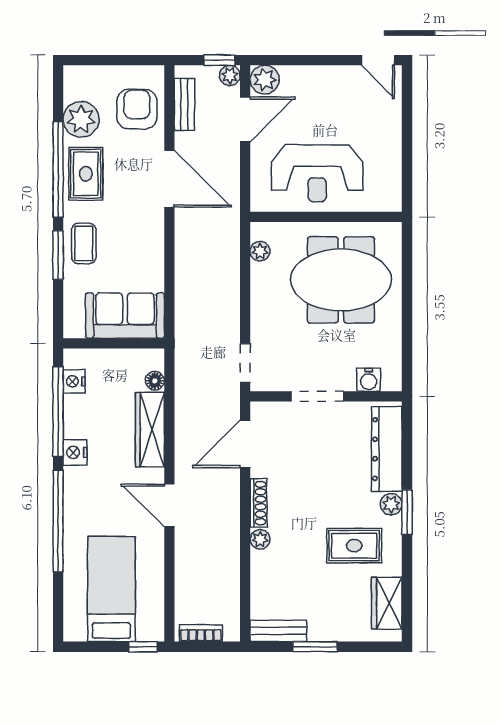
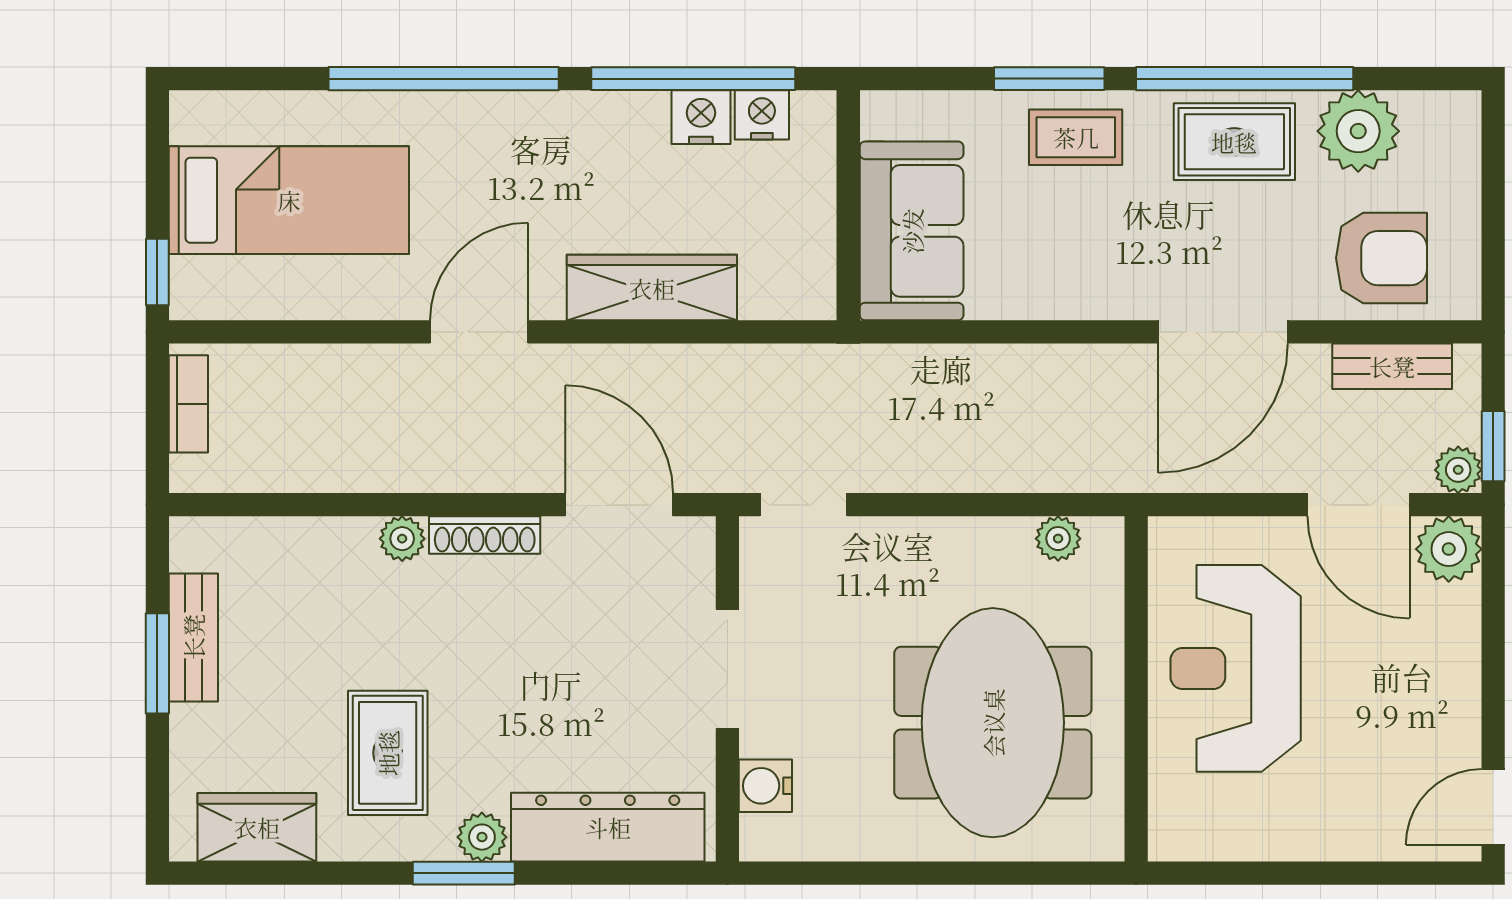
floor lamp: (155, 381) -> (763, 299), removed
nightstand: (75, 452) -> (701, 117), moved
bench: (278, 631) -> (193, 637), moved

